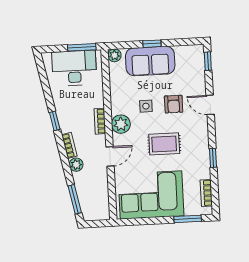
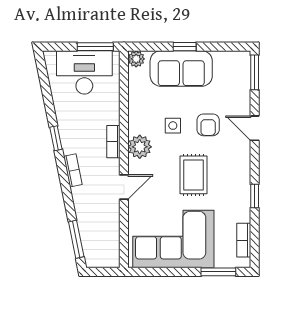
window: (208, 61) -> (255, 72), width x1.50
rug: (164, 144) -> (194, 175), turned 90
plant: (76, 165) -> (80, 195), removed

